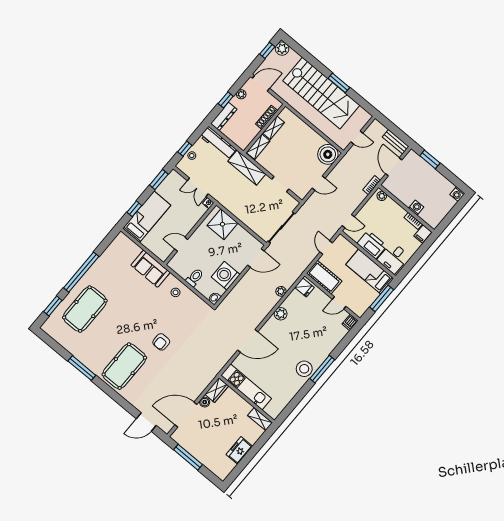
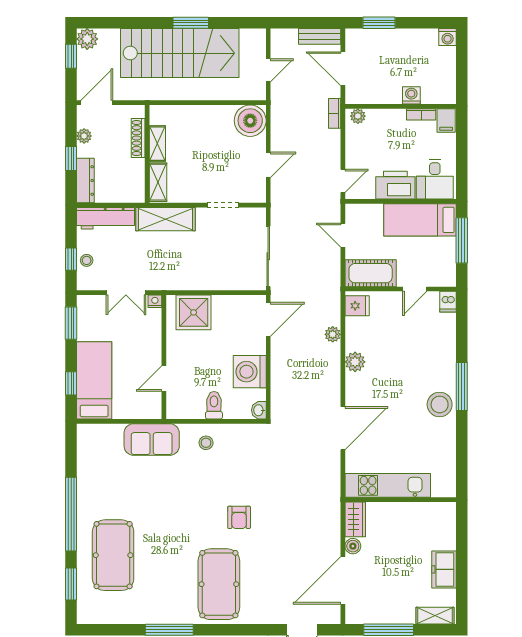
shelving: (260, 419) -> (435, 616), moved

